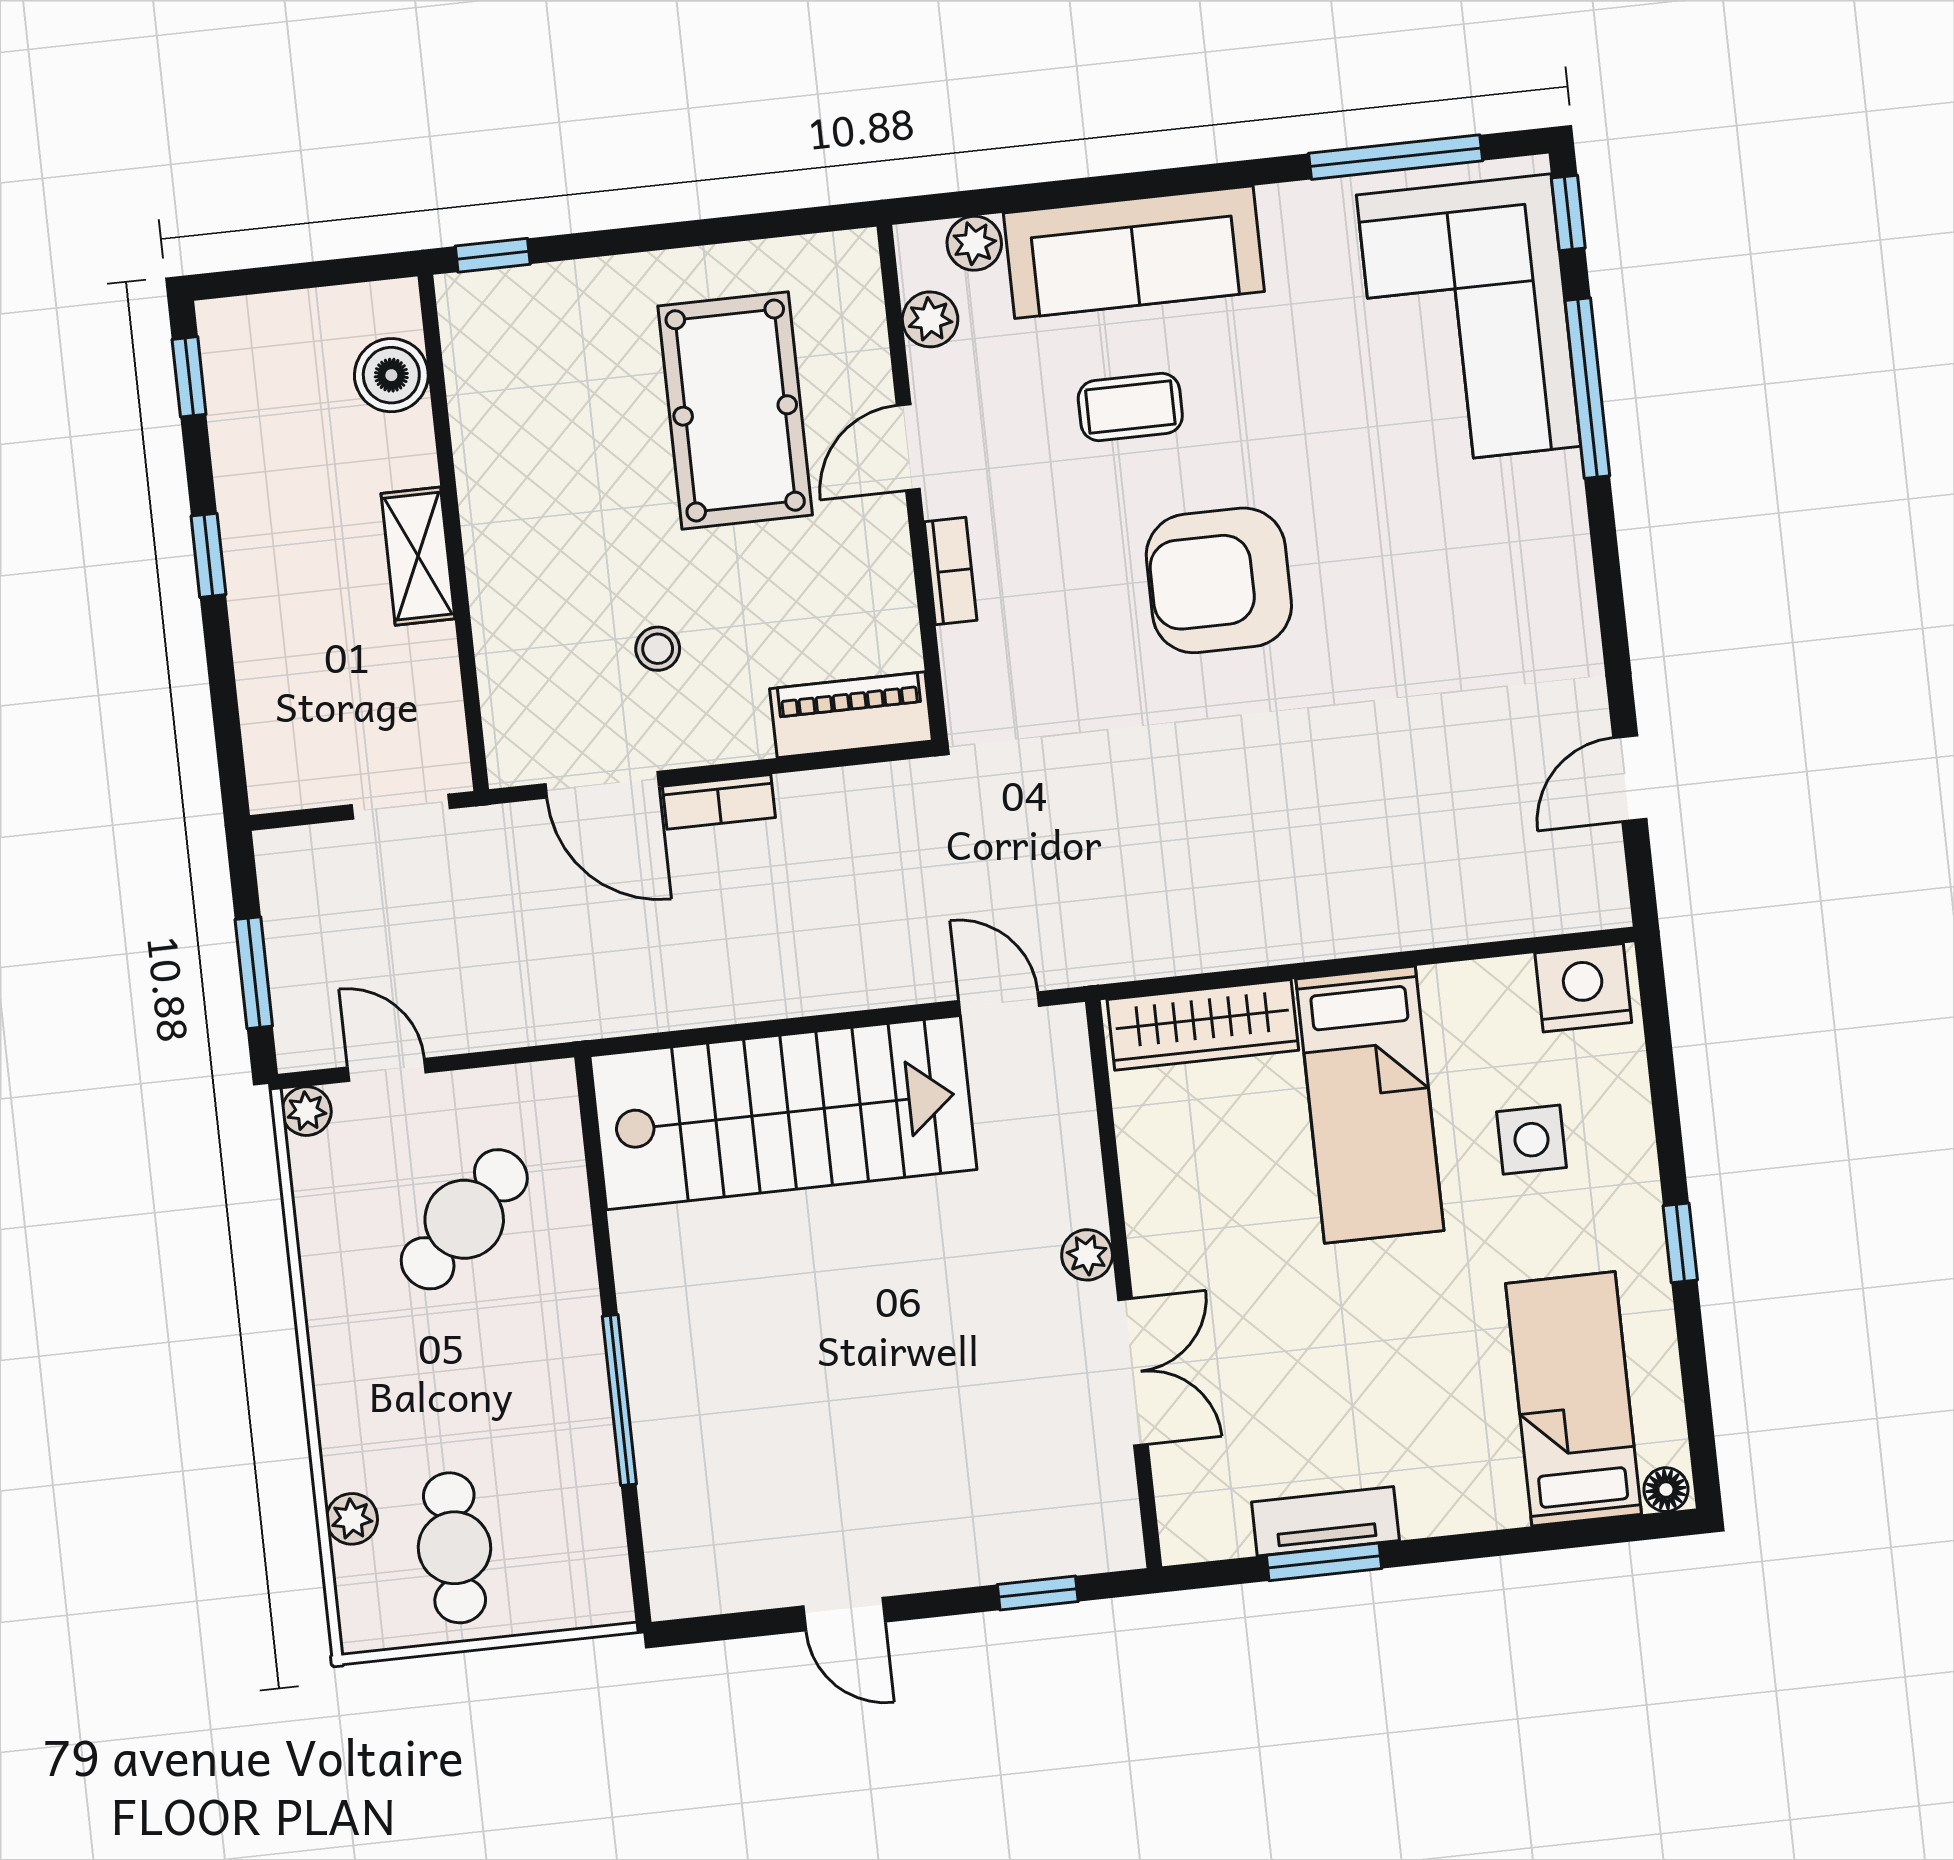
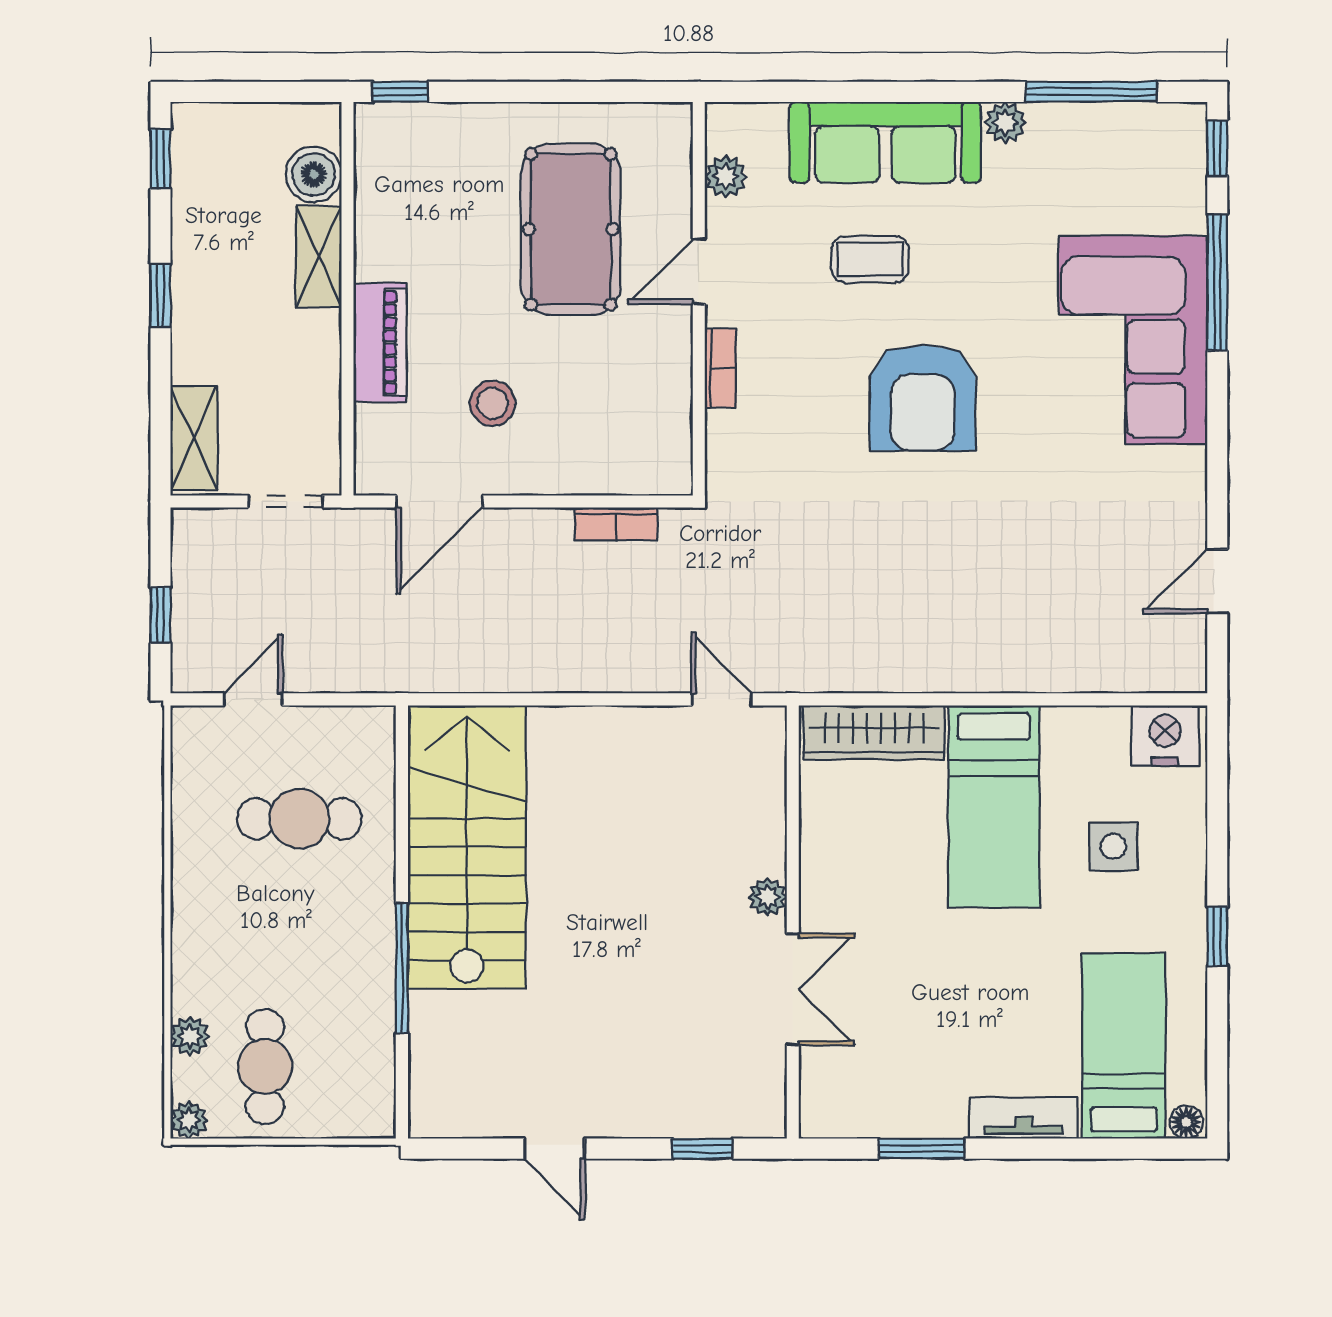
plant: (974, 243) -> (1005, 122), moved
corner sofa: (1468, 321) -> (1133, 340), moved
shelving: (418, 556) -> (319, 257), moved
armchair: (1219, 580) -> (923, 398), turned -90
stool: (658, 649) -> (493, 403), width x1.37, depth x1.37
piano: (851, 715) -> (380, 343), moved, turned 90
shelving: (272, 737) -> (194, 438), added
door: (602, 785) -> (439, 502), hinge flipped
bookcase: (719, 802) -> (616, 524), moved
window: (254, 973) -> (160, 615), width x0.67
door: (387, 1070) -> (253, 699), hinge flipped
plant: (307, 1111) -> (189, 1120), moved
stairs: (783, 1113) -> (467, 847), moved, turned -90
cafe table: (464, 1219) -> (299, 819), turned 44
tv unit: (1325, 1521) -> (1024, 1118), moved

